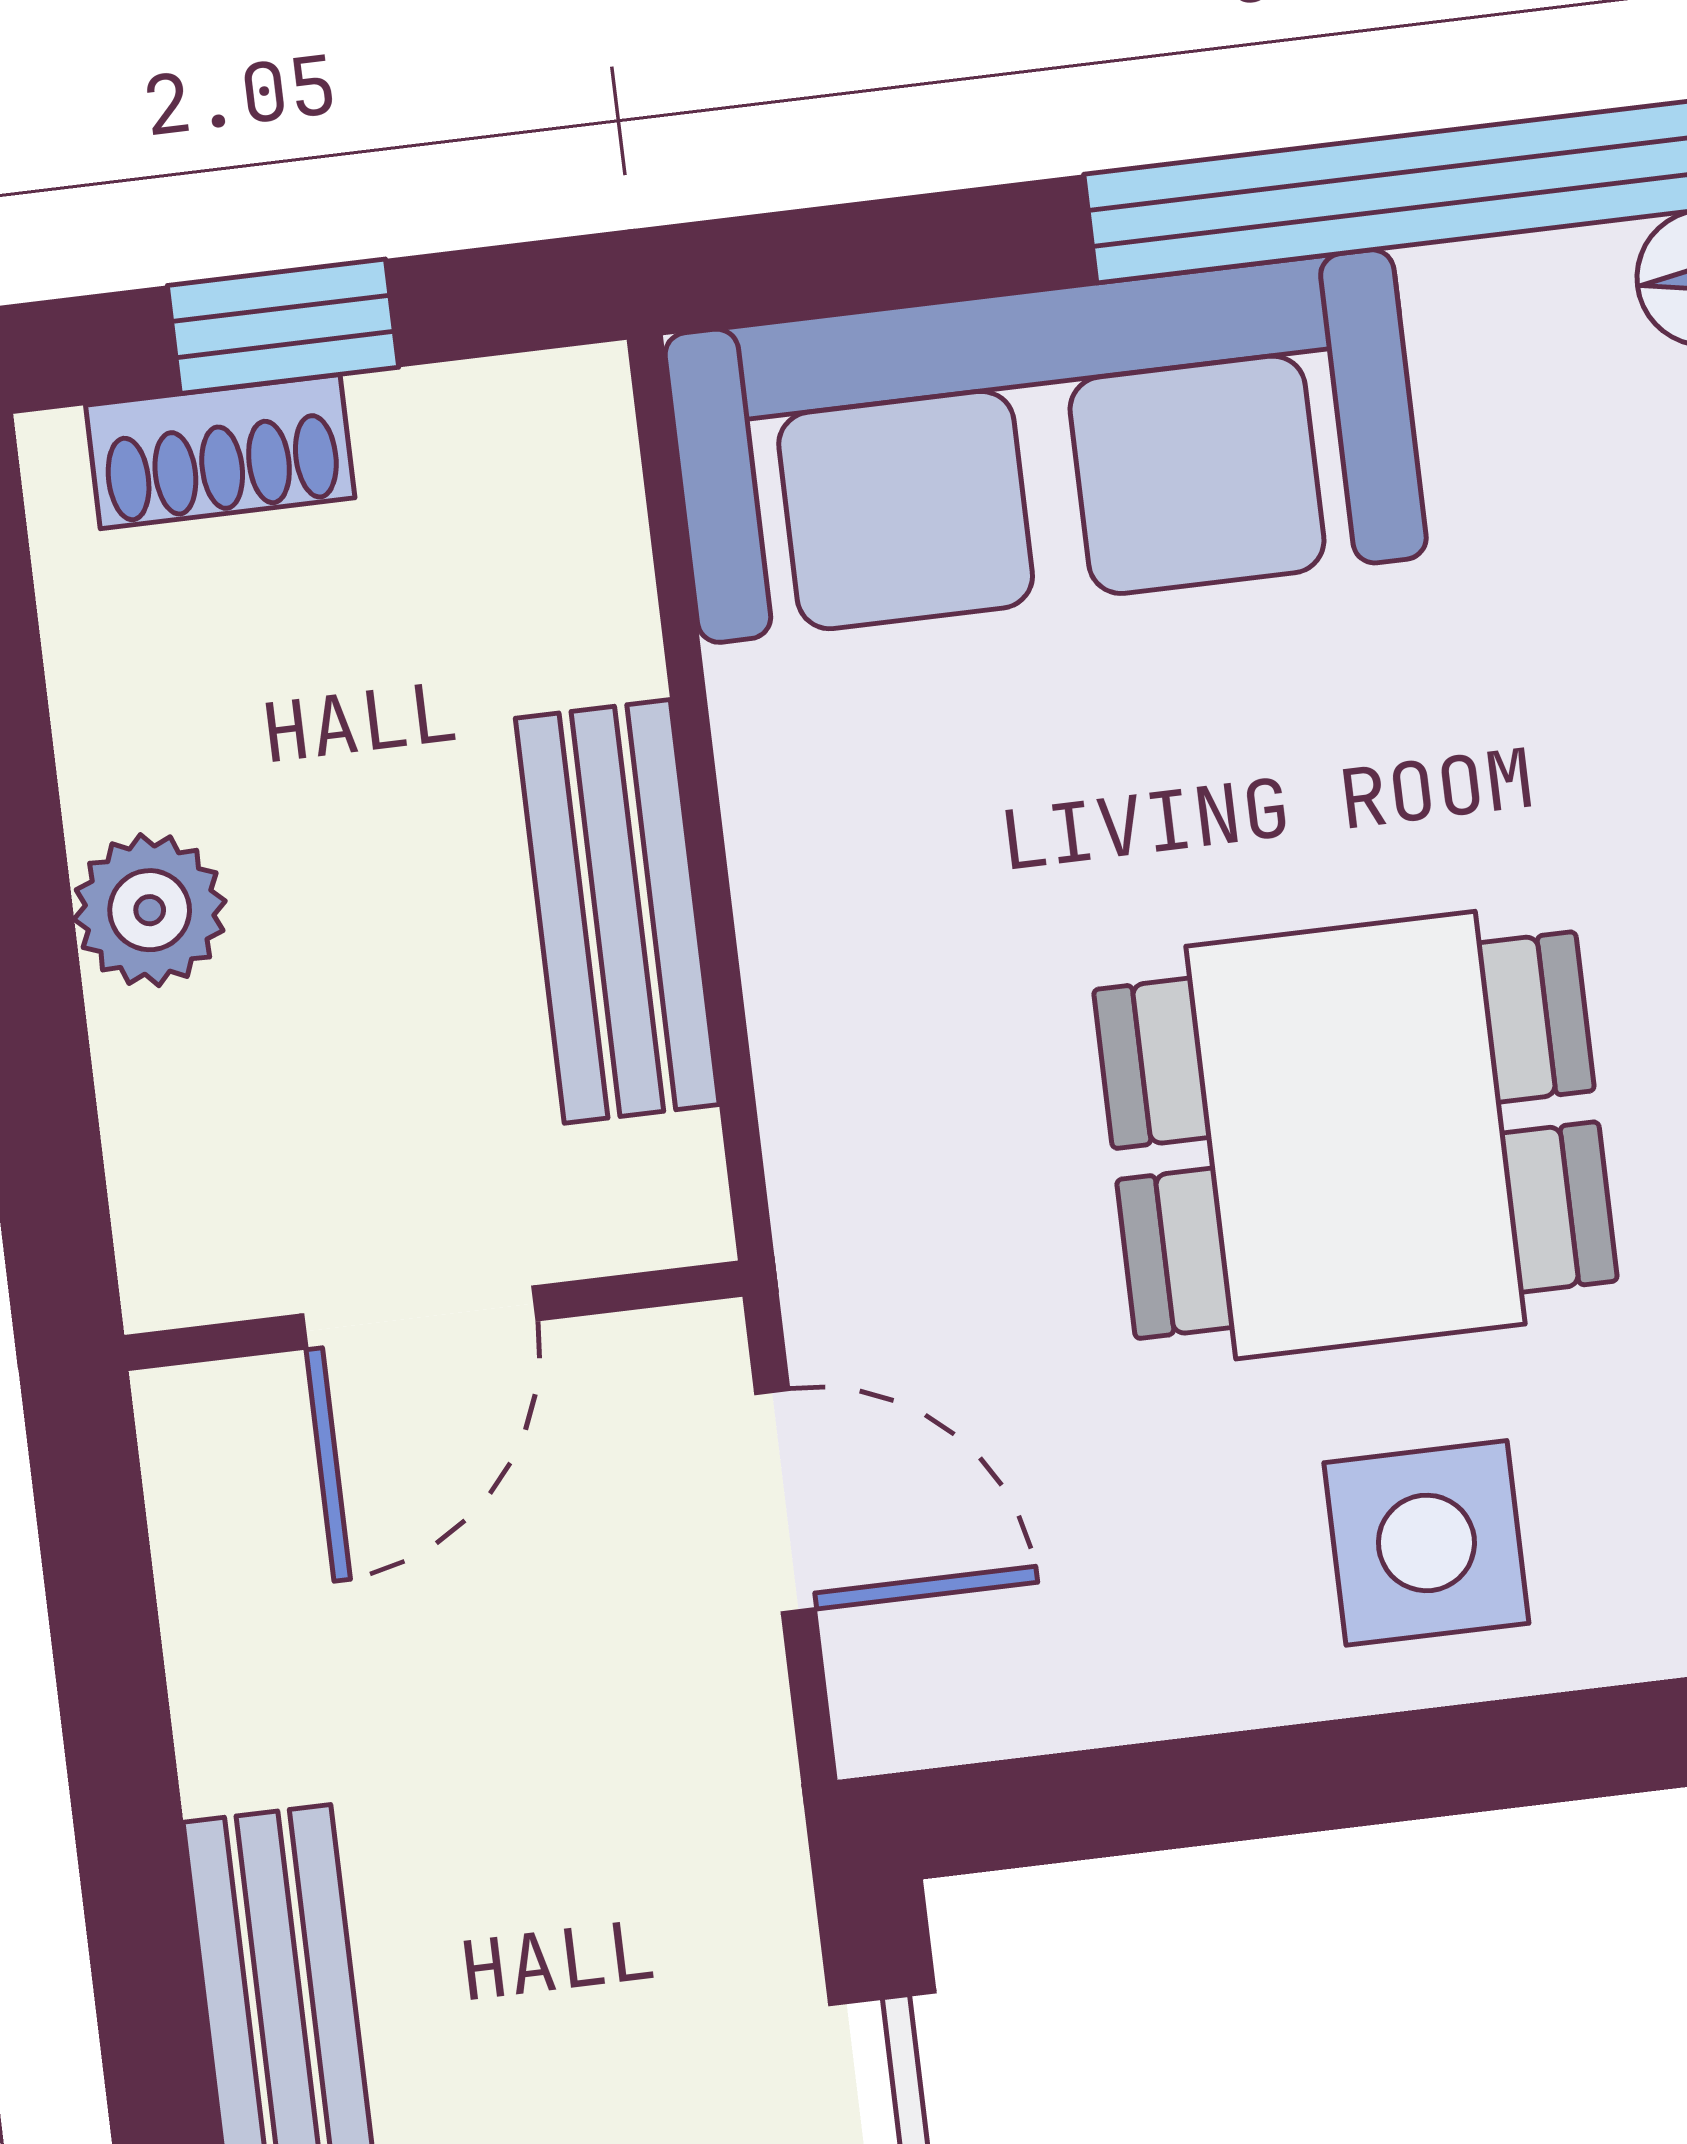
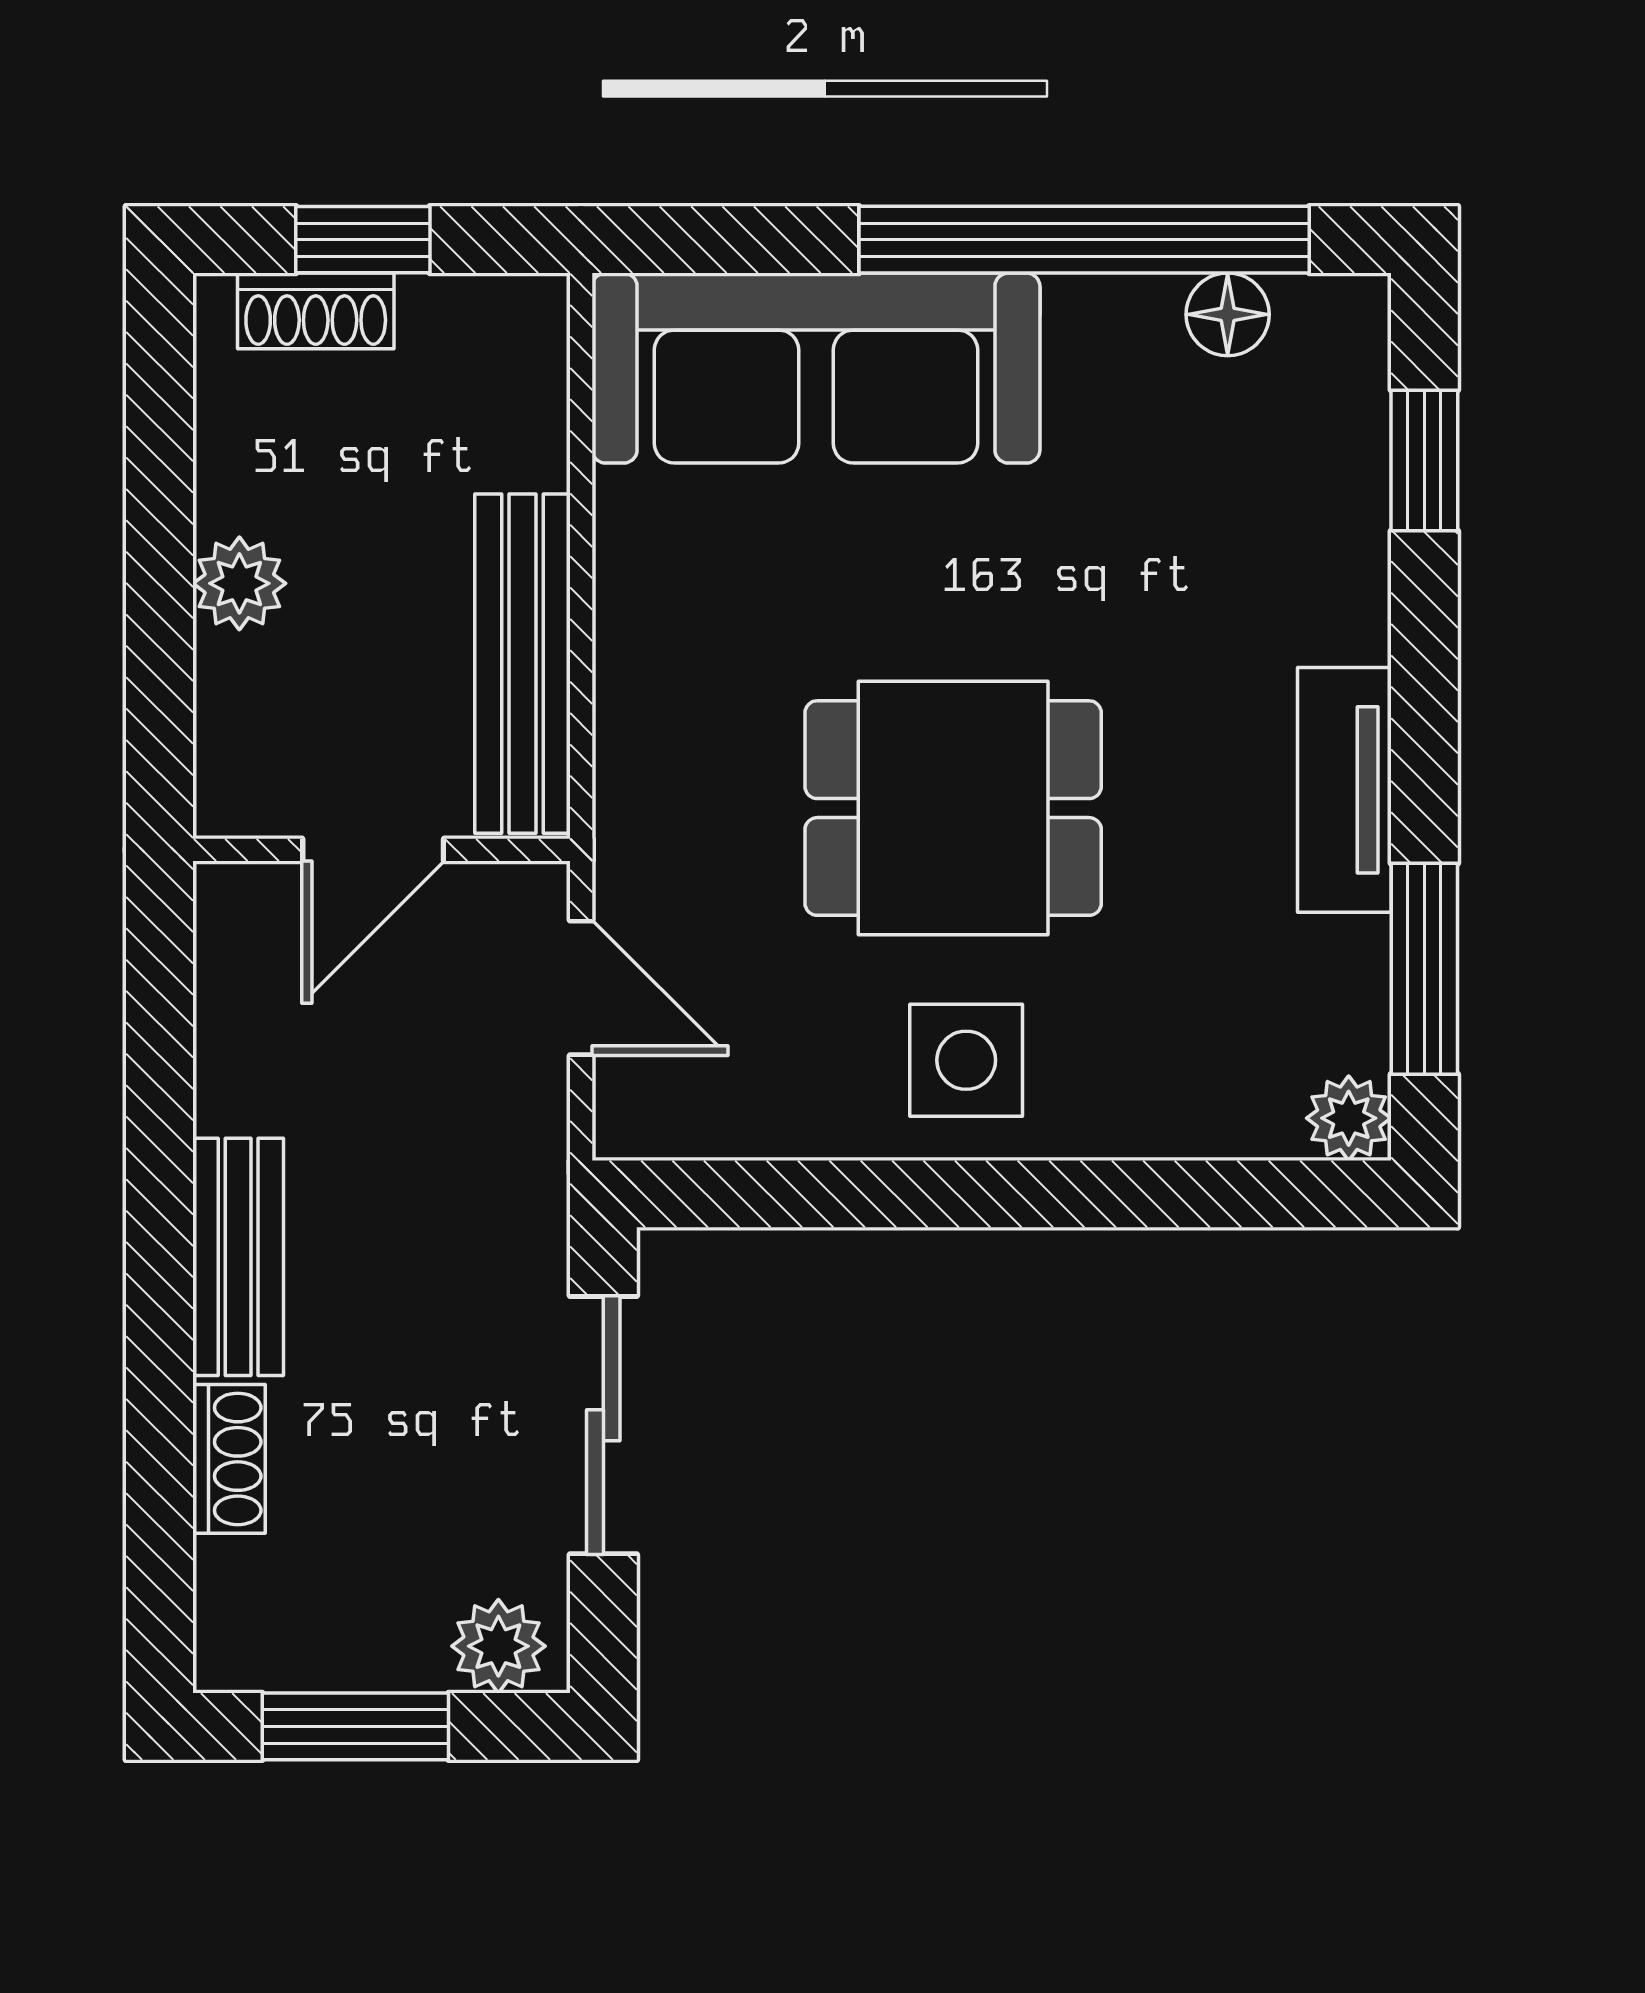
bench: (617, 911) -> (522, 664), width x1.36

